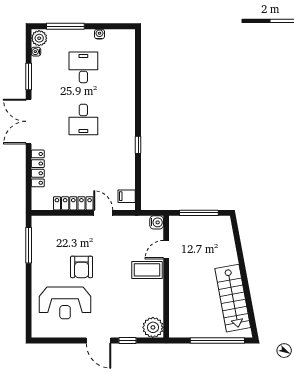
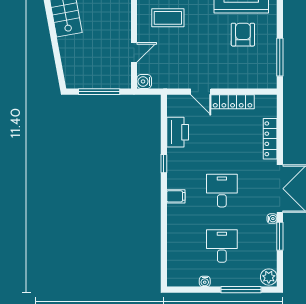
water cooler: (36, 52) -> (272, 219), moved
desk: (83, 67) -> (222, 246), turned 180
printer: (125, 175) -> (178, 132), added
filing cabinet: (127, 196) -> (176, 196), moved
armchair: (82, 267) -> (243, 35), moved
coffee table: (147, 270) -> (168, 18), moved

